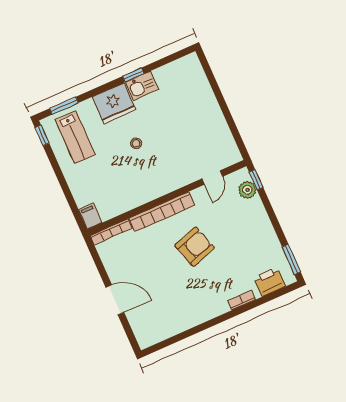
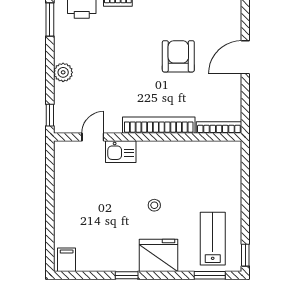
kitchen sink: (142, 86) -> (121, 152), moved, turned 180
plant: (247, 190) -> (63, 72), moved
filing cabinet: (90, 216) -> (67, 260), moved, turned 180
armchair: (195, 247) -> (178, 56), moved, turned 108
door: (115, 300) -> (245, 57), hinge flipped

